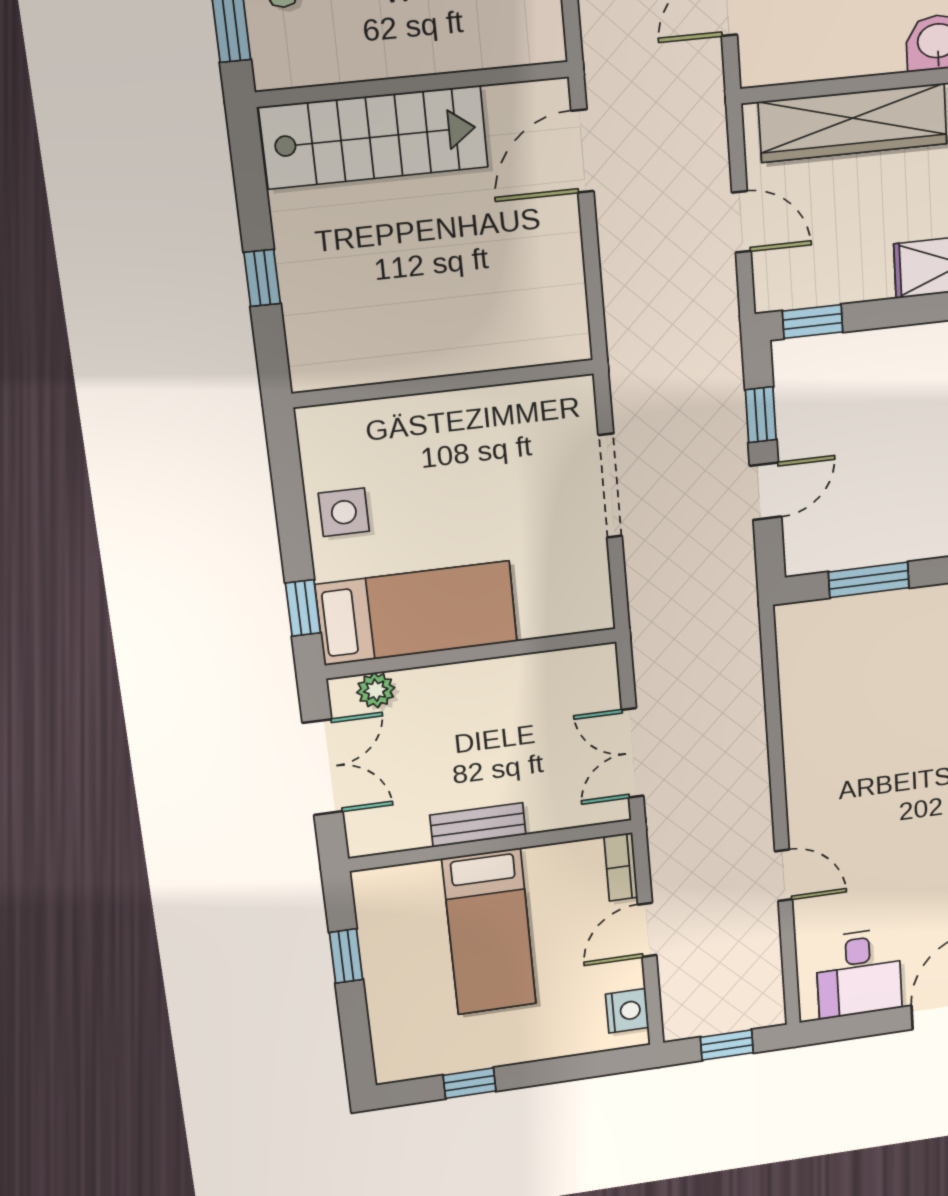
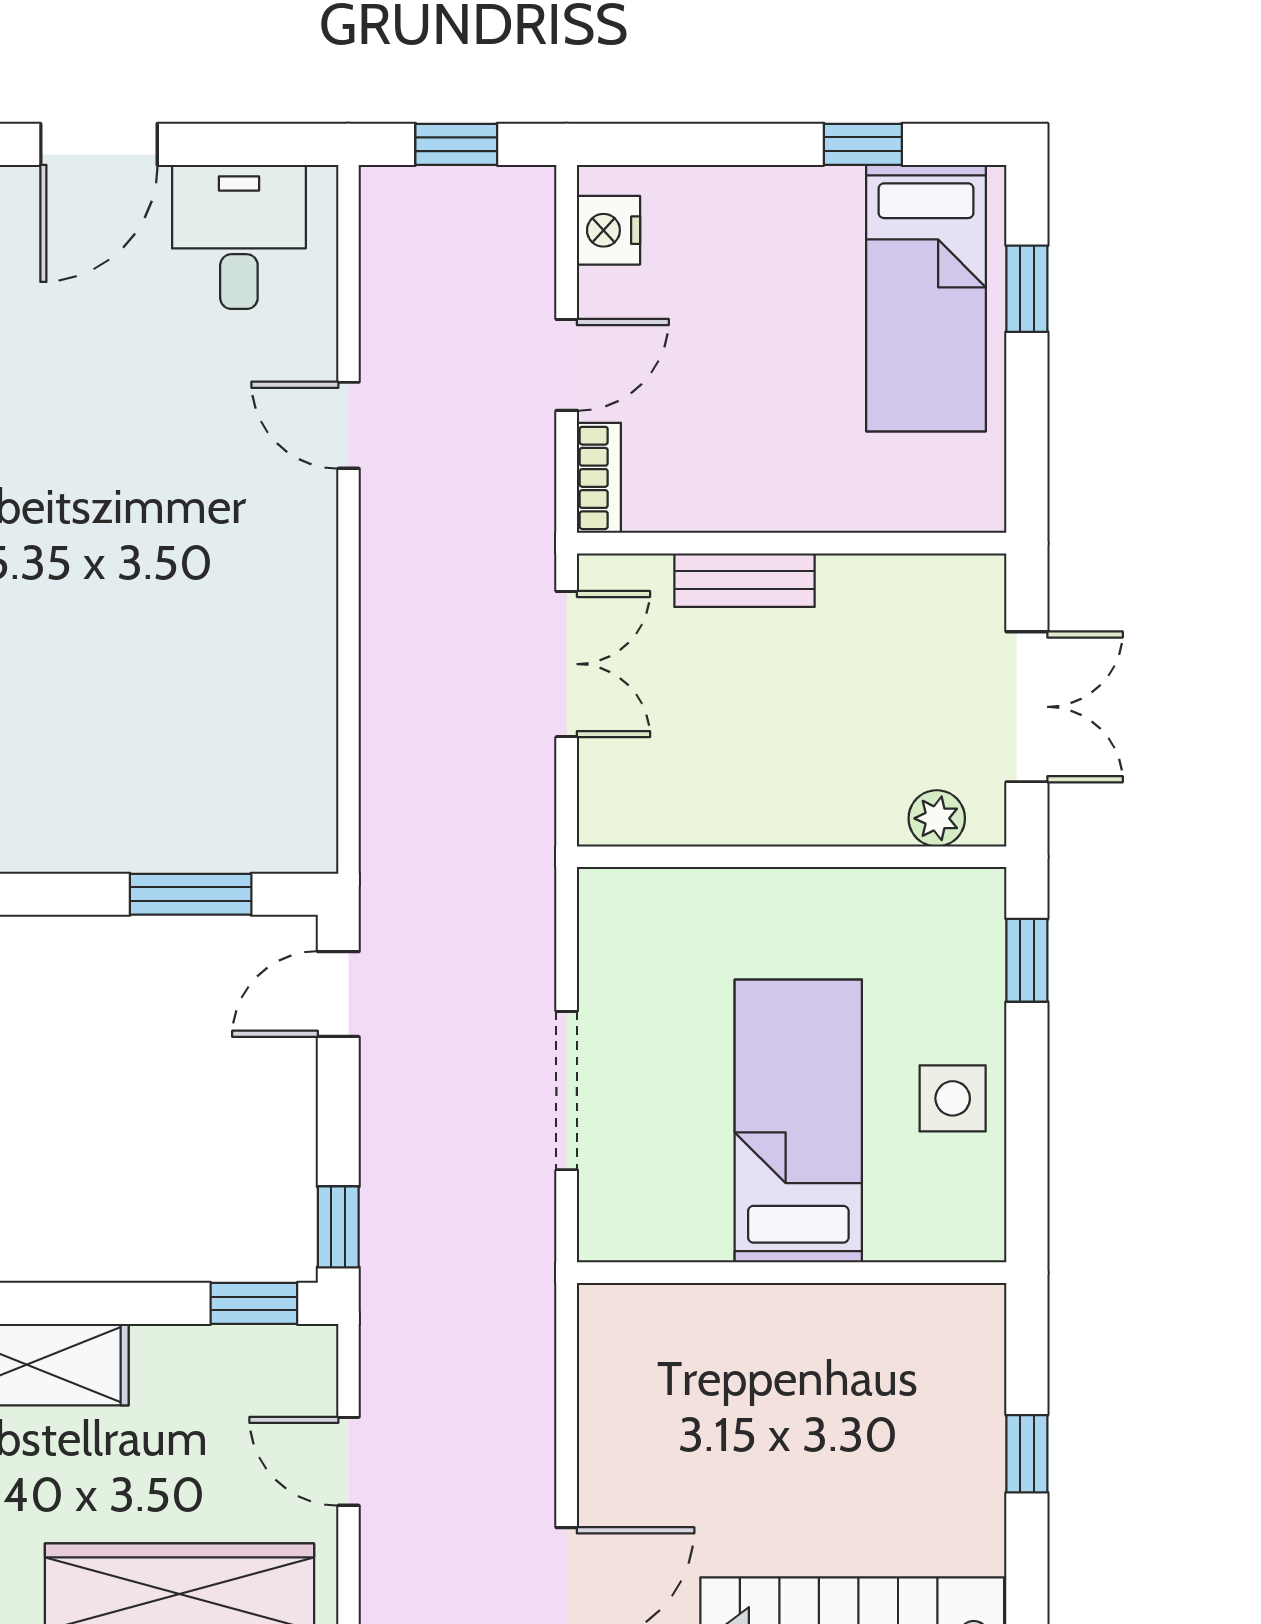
window: (761, 415) -> (338, 1227), moved
door: (766, 491) -> (338, 994), moved
bed: (417, 613) -> (798, 1121), moved, turned 90
double door: (323, 767) -> (1027, 707), swing flipped
bench: (478, 825) -> (745, 580), moved
bed: (489, 932) -> (926, 298), moved, turned 180
window: (346, 956) -> (1027, 289), moved

